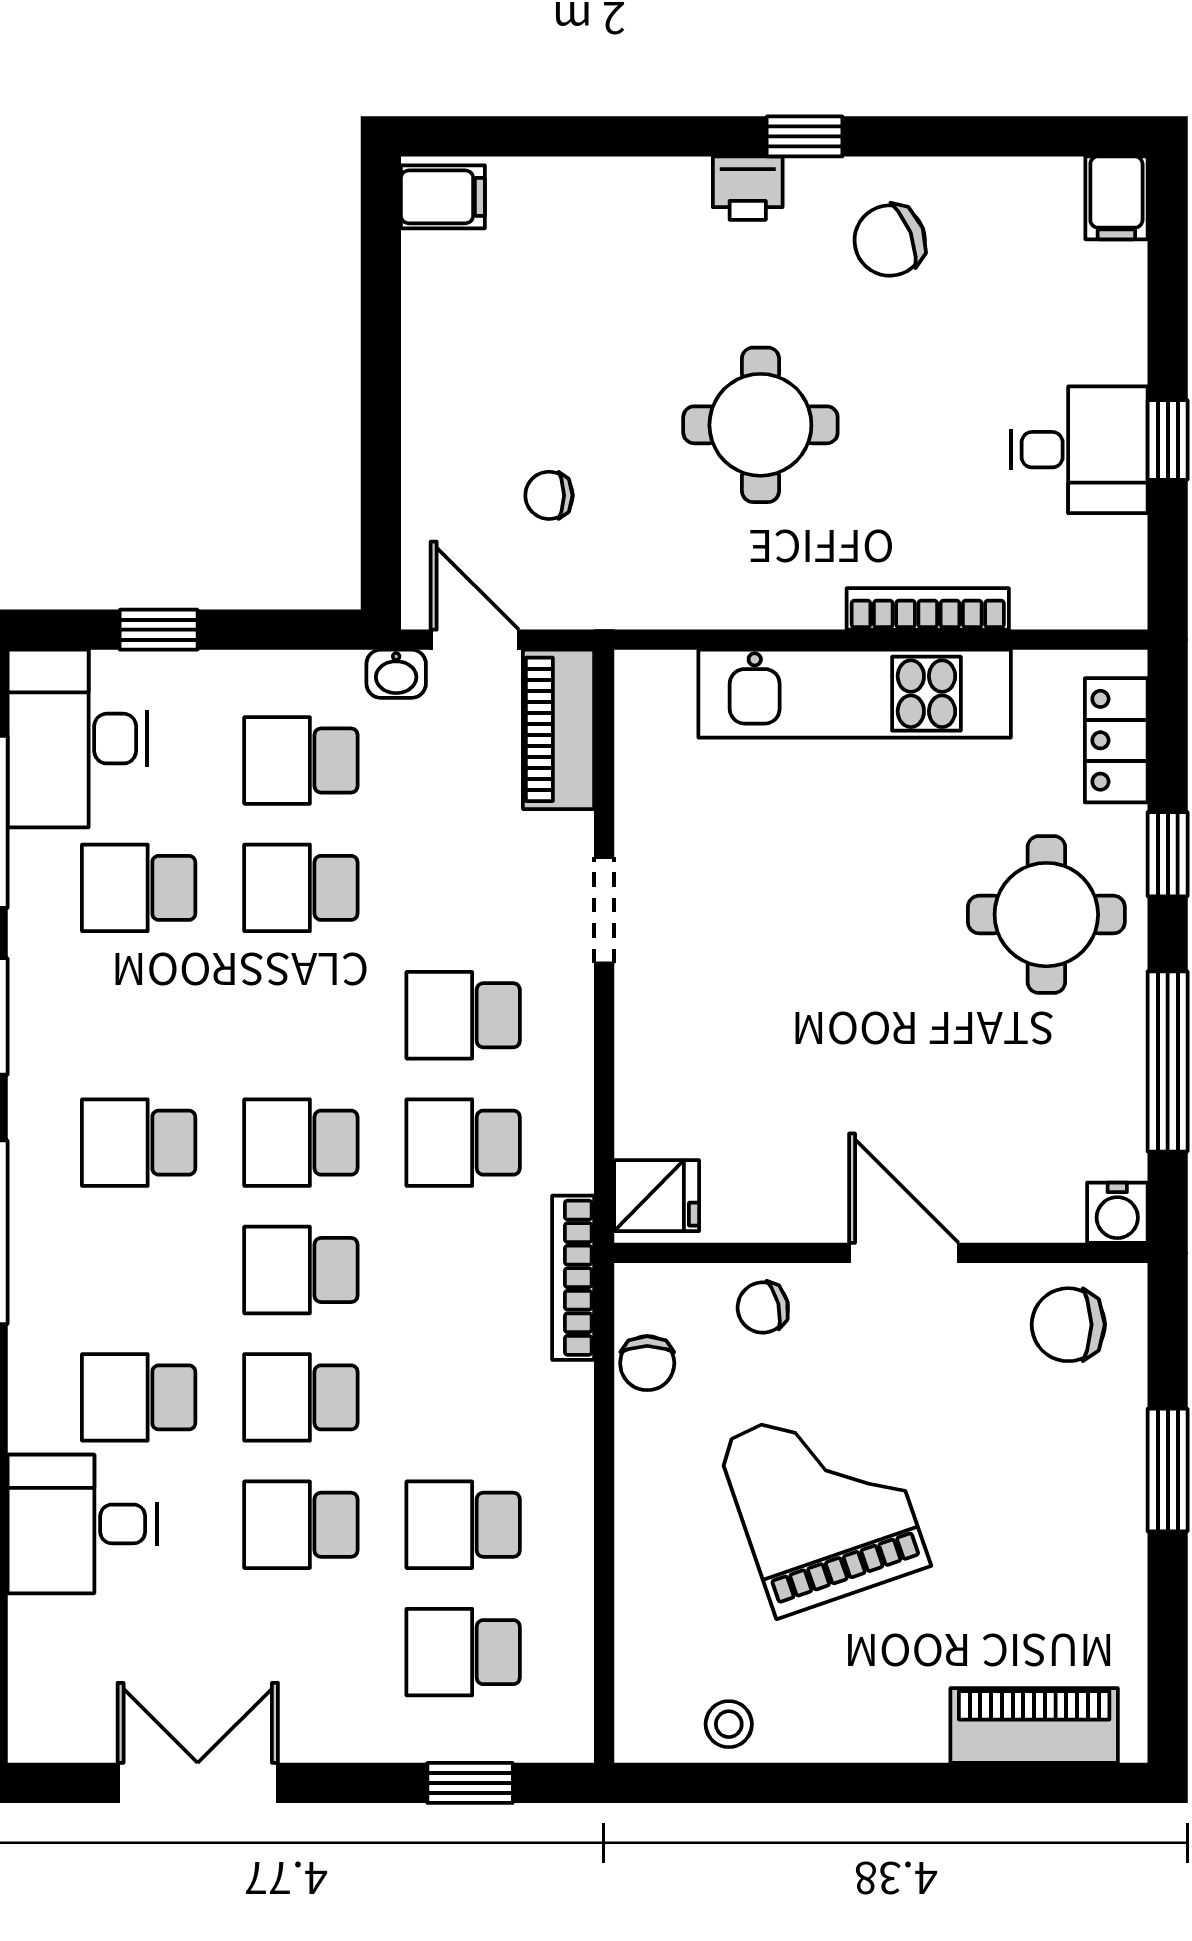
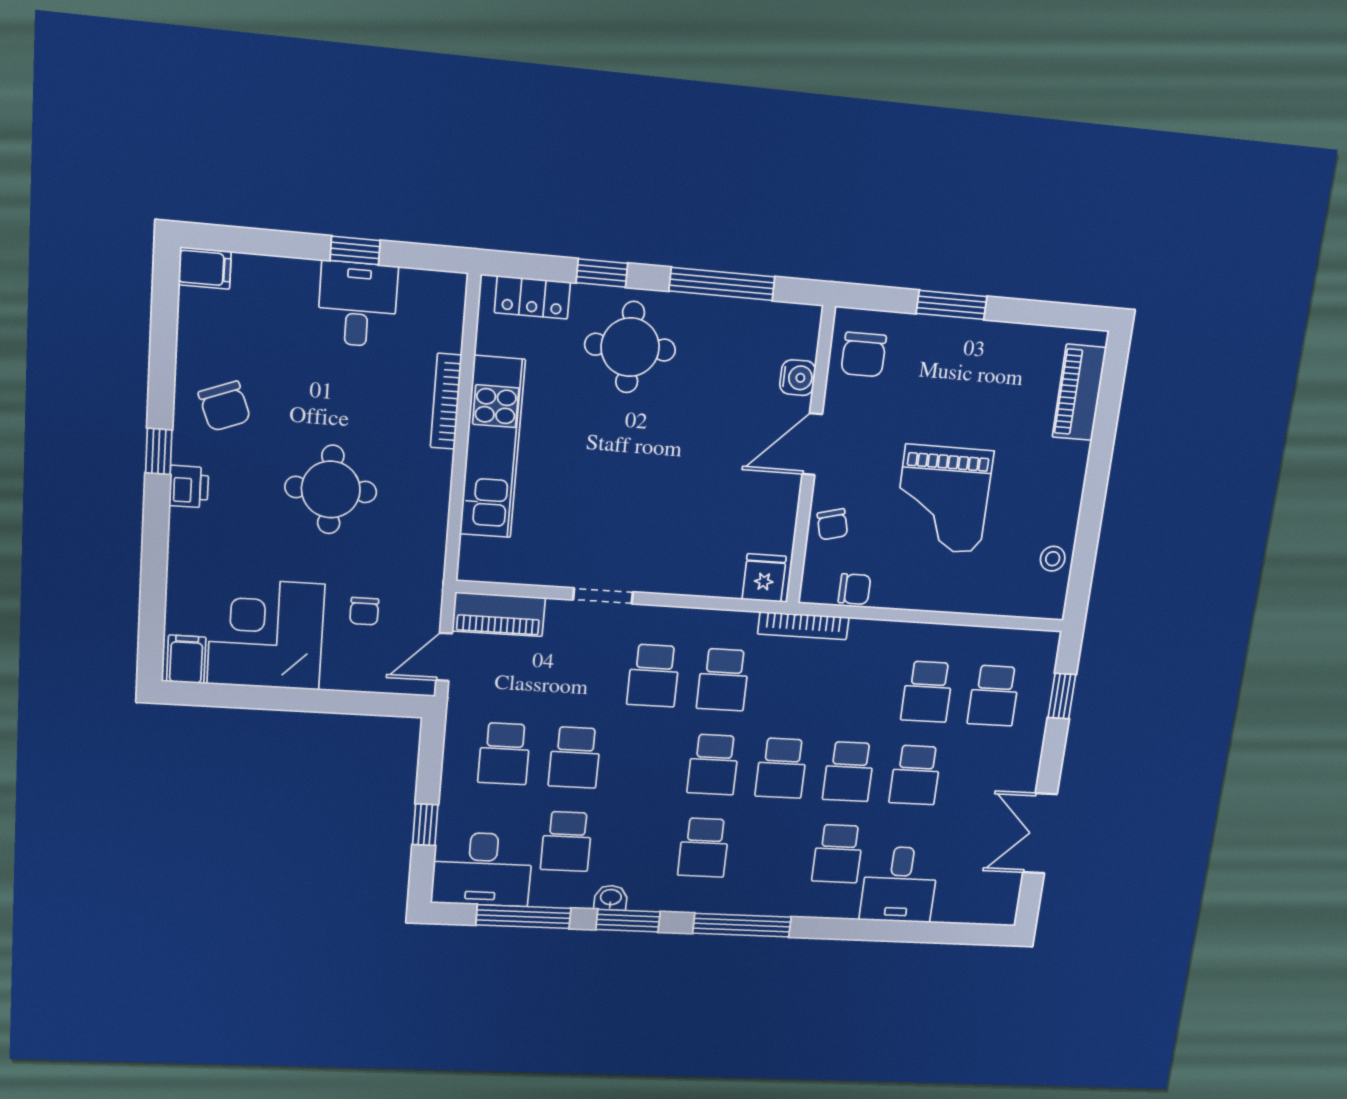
corner desk: (497, 330) -> (266, 634), added
washbasin: (396, 674) -> (611, 898), moved, turned -90
water cooler: (1117, 1213) -> (798, 378), moved
grand piano: (823, 1503) -> (943, 499), turned -71

